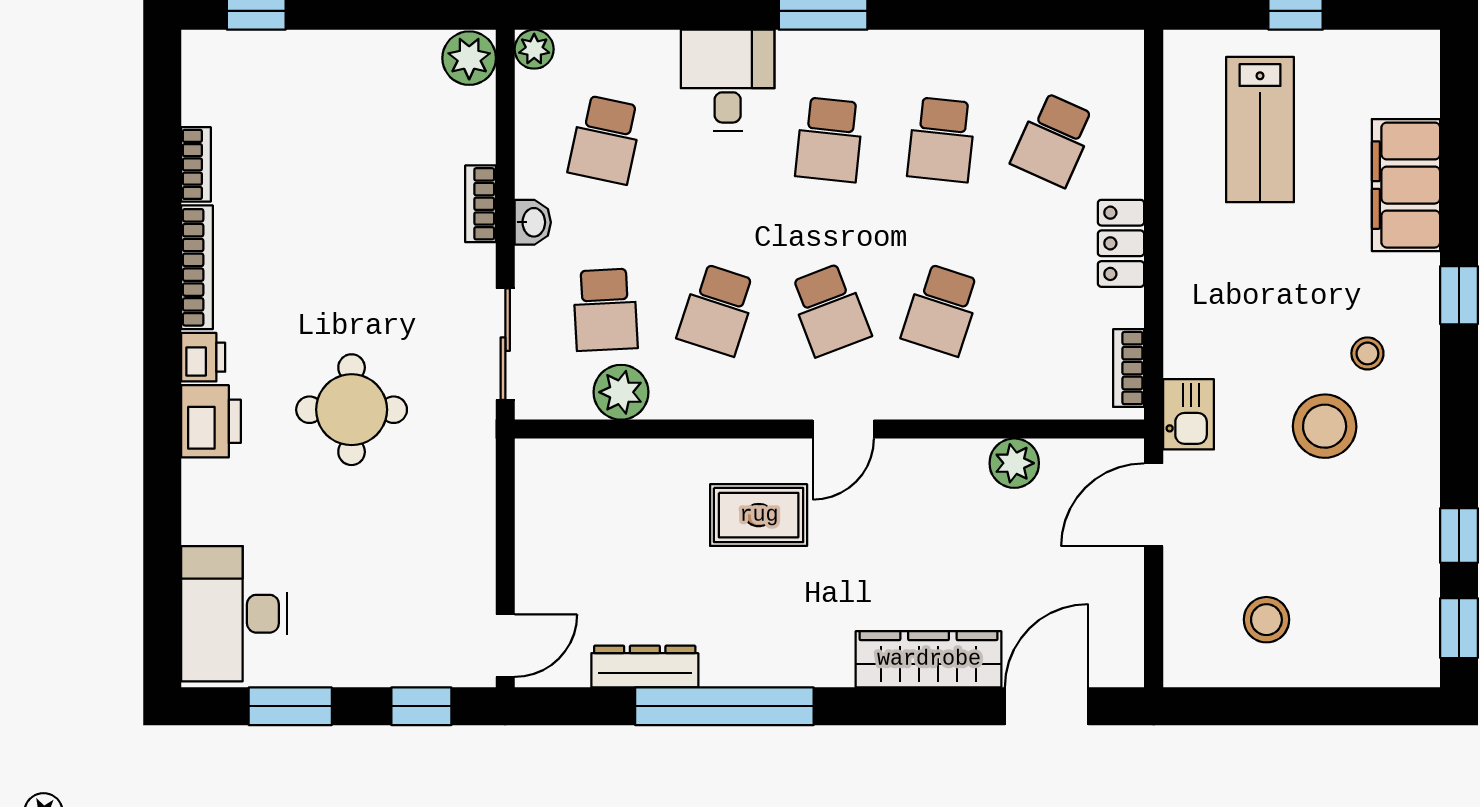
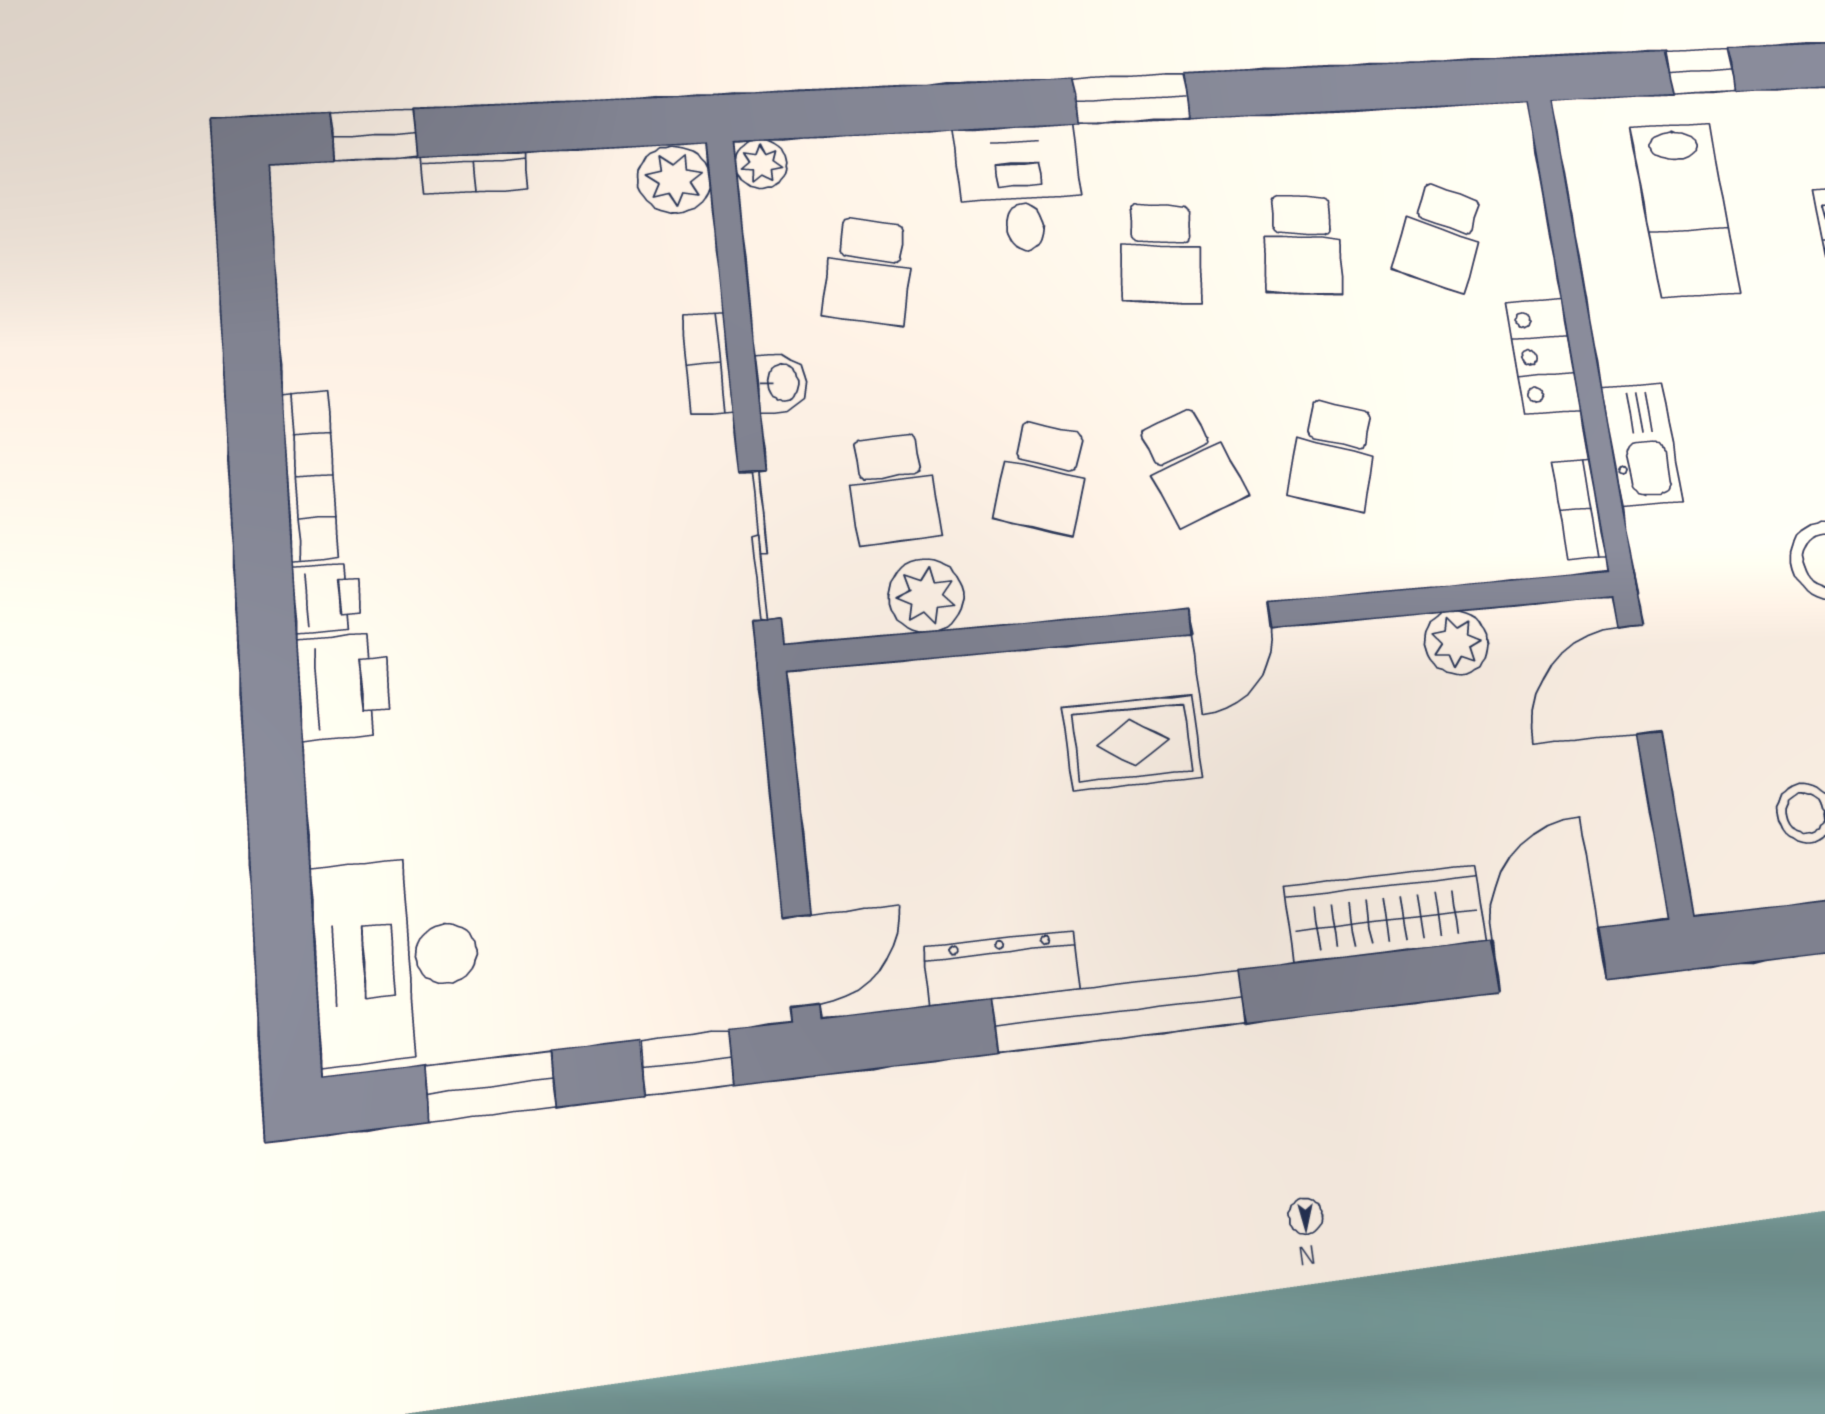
bookcase: (196, 164) -> (474, 173), moved, turned 90
round table: (352, 410) -> (549, 652), removed
kitchen sink: (1189, 414) -> (1642, 445), moved, width x1.38

